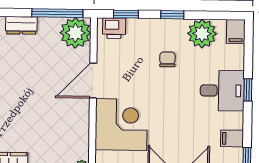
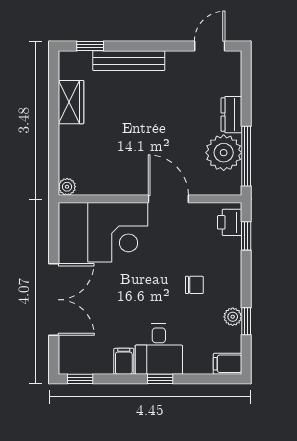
window: (172, 15) -> (246, 321), moved
plant: (75, 33) -> (224, 153), moved
plant: (202, 34) -> (233, 317), width x0.53, depth x0.53
filing cabinet: (232, 138) -> (124, 361), moved

